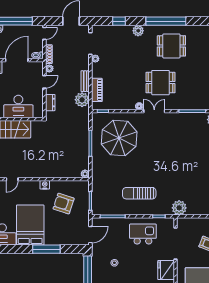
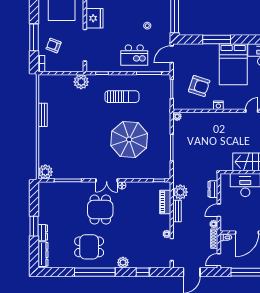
dining table: (160, 83) -> (100, 210), turned 90
parasol: (119, 138) -> (129, 139), moved
kitchen island: (143, 234) -> (134, 55), moved

